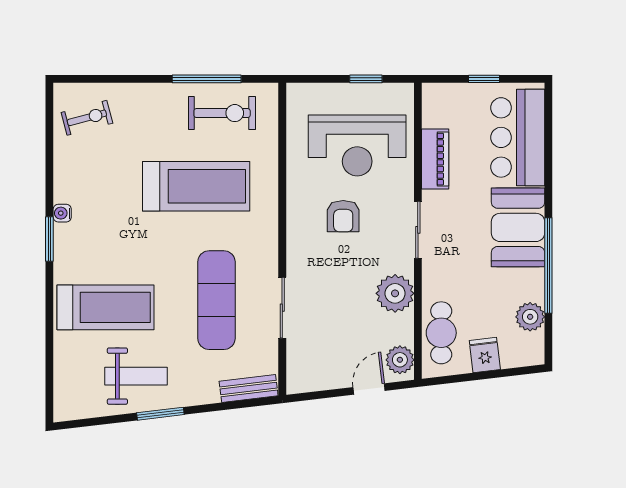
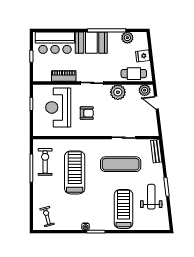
reception desk: (357, 145) -> (58, 107), turned 180

